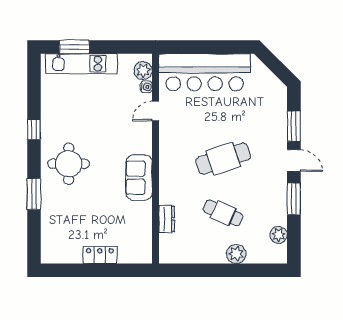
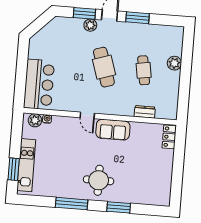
bar counter: (205, 72) -> (39, 84), width x0.73
door: (156, 111) -> (87, 115), moved
window: (34, 130) -> (72, 204), width x2.17
cafe table: (223, 213) -> (144, 70), turned -33
plant: (279, 235) -> (90, 25), moved
locker: (100, 255) -> (169, 137), moved

